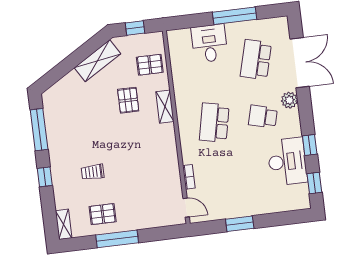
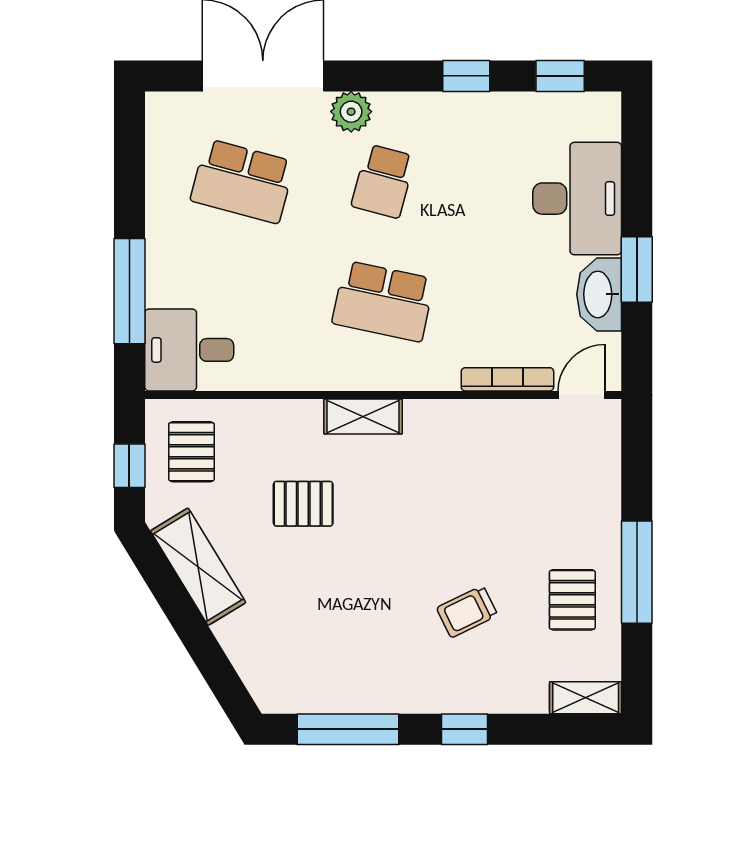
window: (235, 16) -> (129, 291), moved
desk: (209, 43) -> (189, 350), moved
pallet: (150, 65) -> (192, 452), moved
shelving: (165, 107) -> (363, 416), moved
desk: (287, 162) -> (577, 199), moved, turned 90
trolley: (93, 172) -> (467, 612), turned 64
bookcase: (189, 177) -> (507, 379), width x1.56
washbasin: (228, 210) -> (599, 294), added

